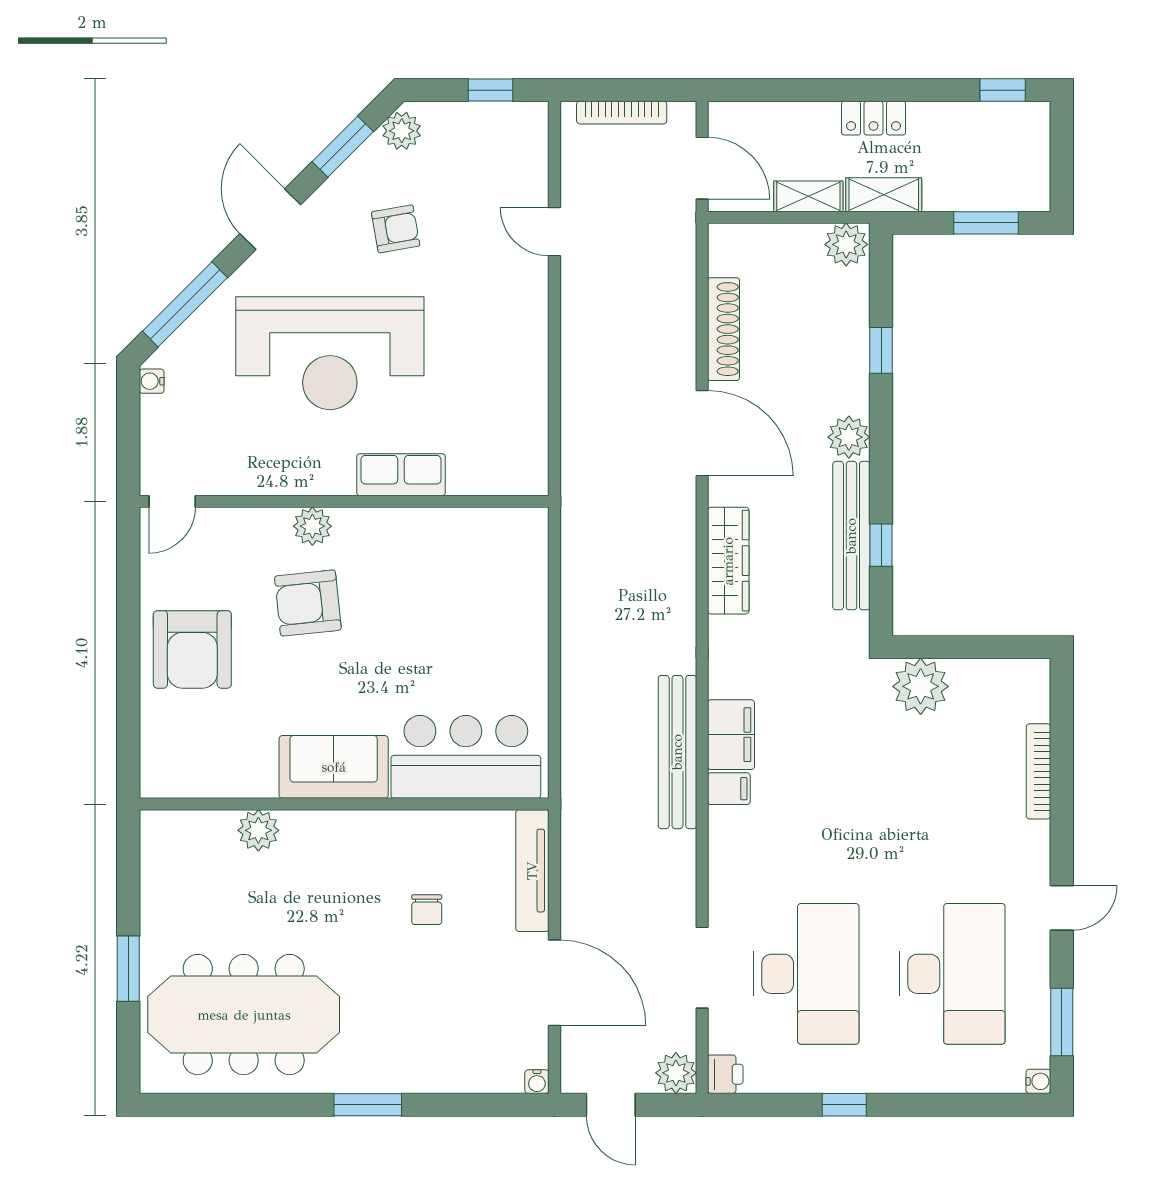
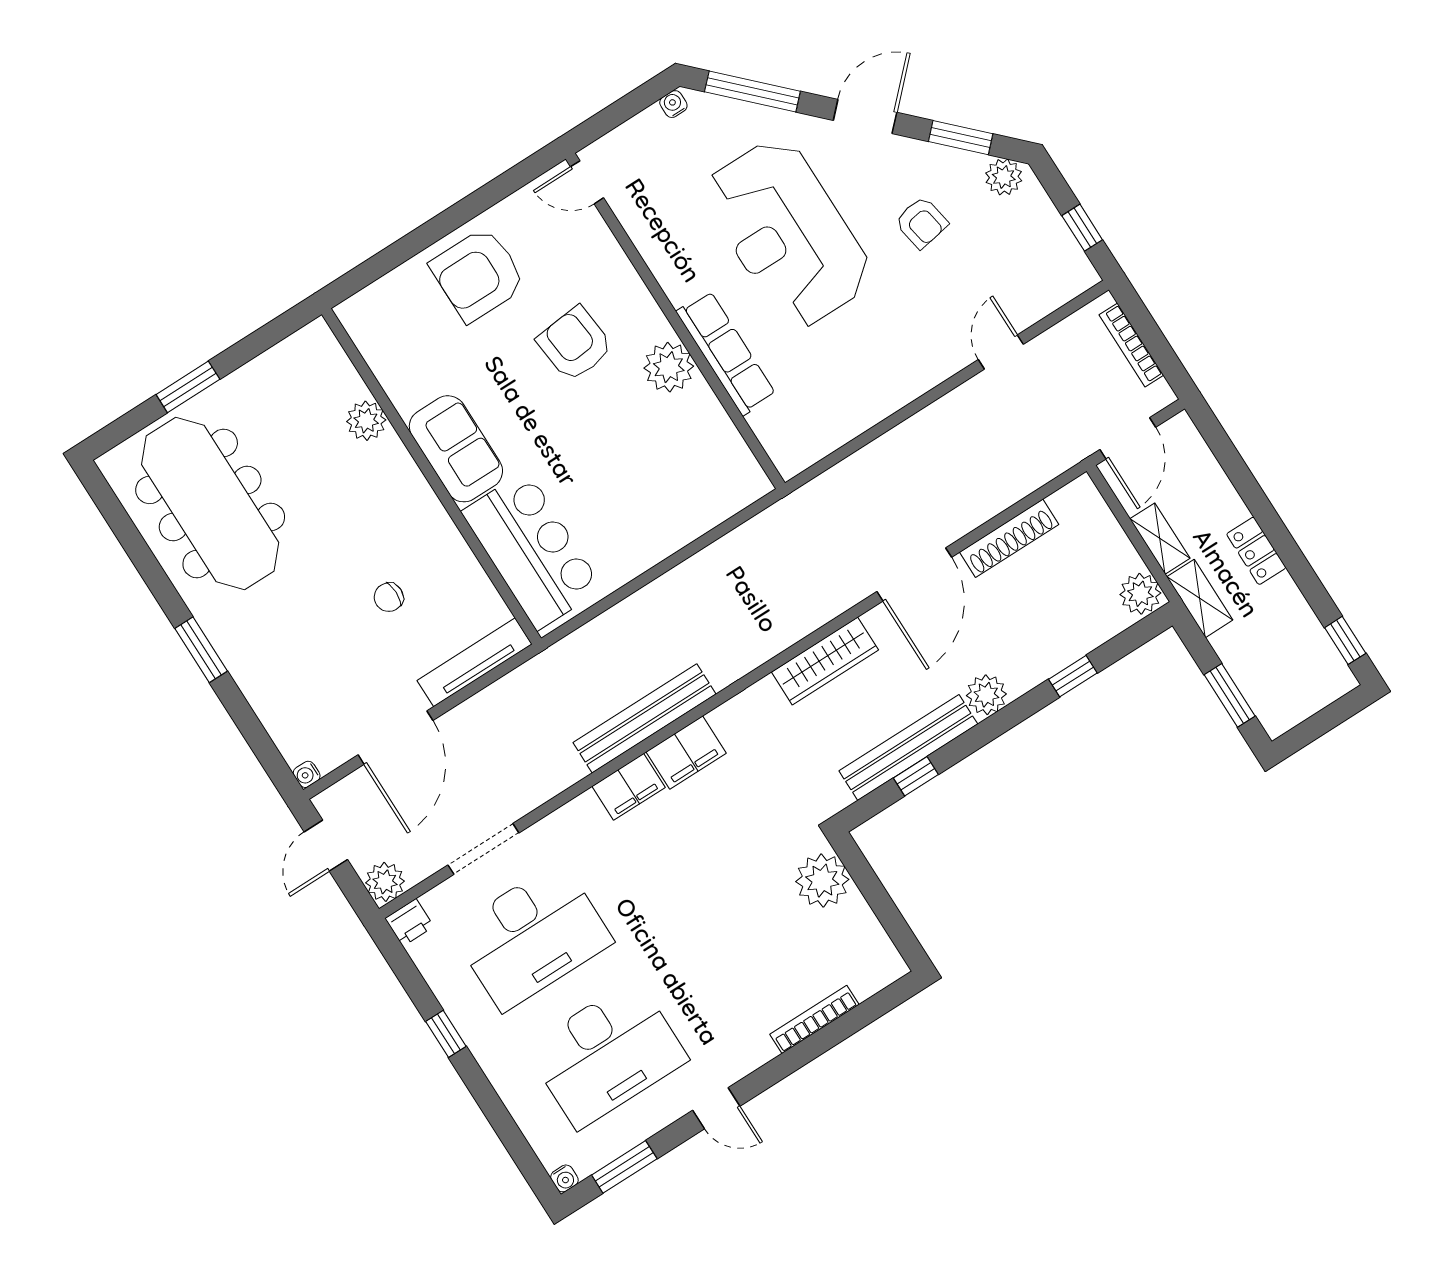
row of seats: (401, 475) -> (726, 353), width x1.48
plant: (312, 526) -> (669, 367), moved, width x1.36, depth x1.36
filing cabinet: (729, 789) -> (629, 787), width x2.00

